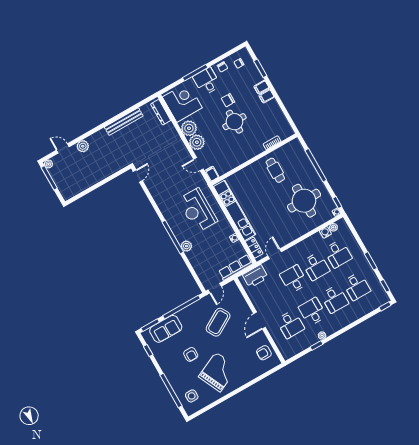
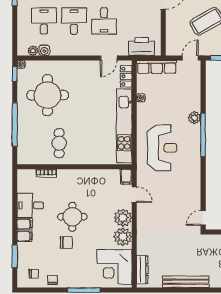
desk: (207, 81) -> (30, 205), moved, turned 90

